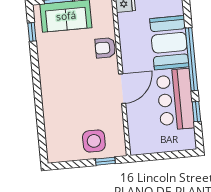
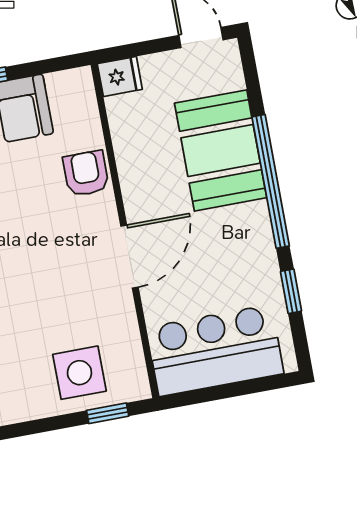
armchair: (105, 48) -> (86, 173), turned 90
bar counter: (175, 99) -> (215, 350), moved, turned 90

